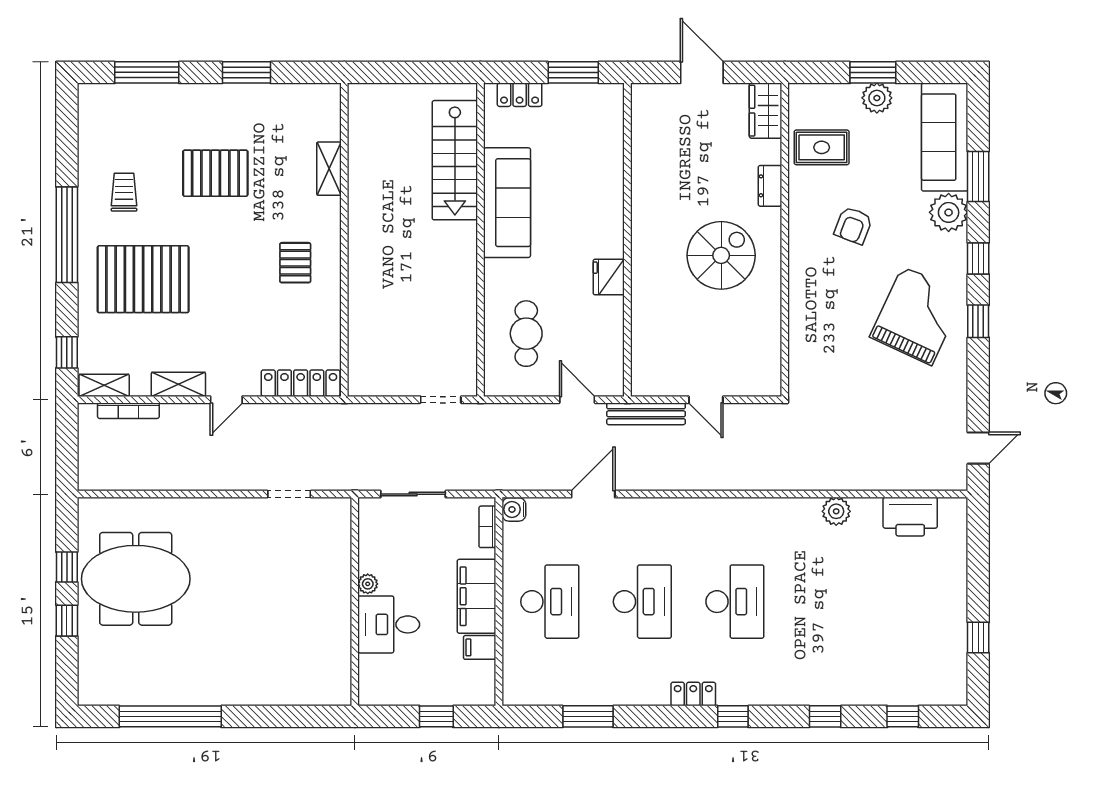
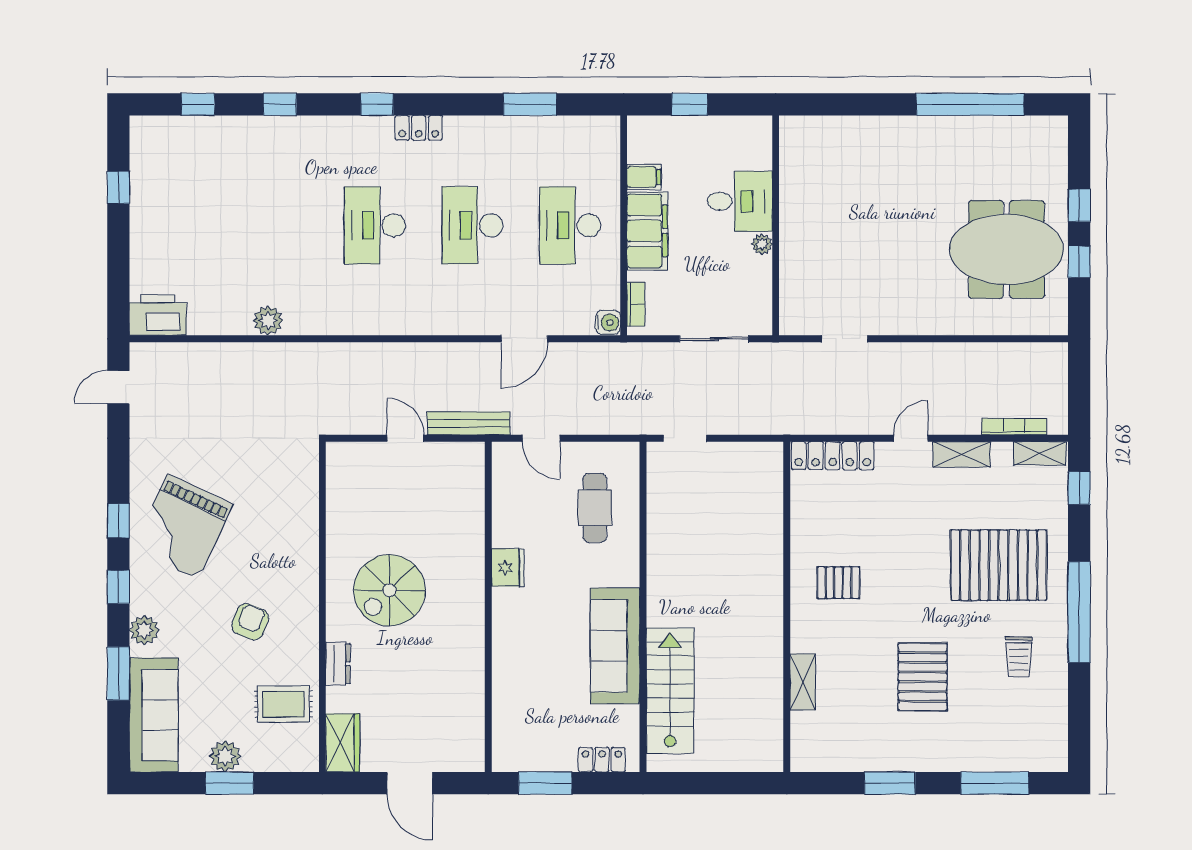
pallet: (215, 173) -> (923, 677), turned 90
plant: (949, 212) -> (144, 630), width x0.73, depth x0.73
pallet: (295, 263) -> (838, 583), turned 90
printer: (910, 517) -> (158, 315), moved

